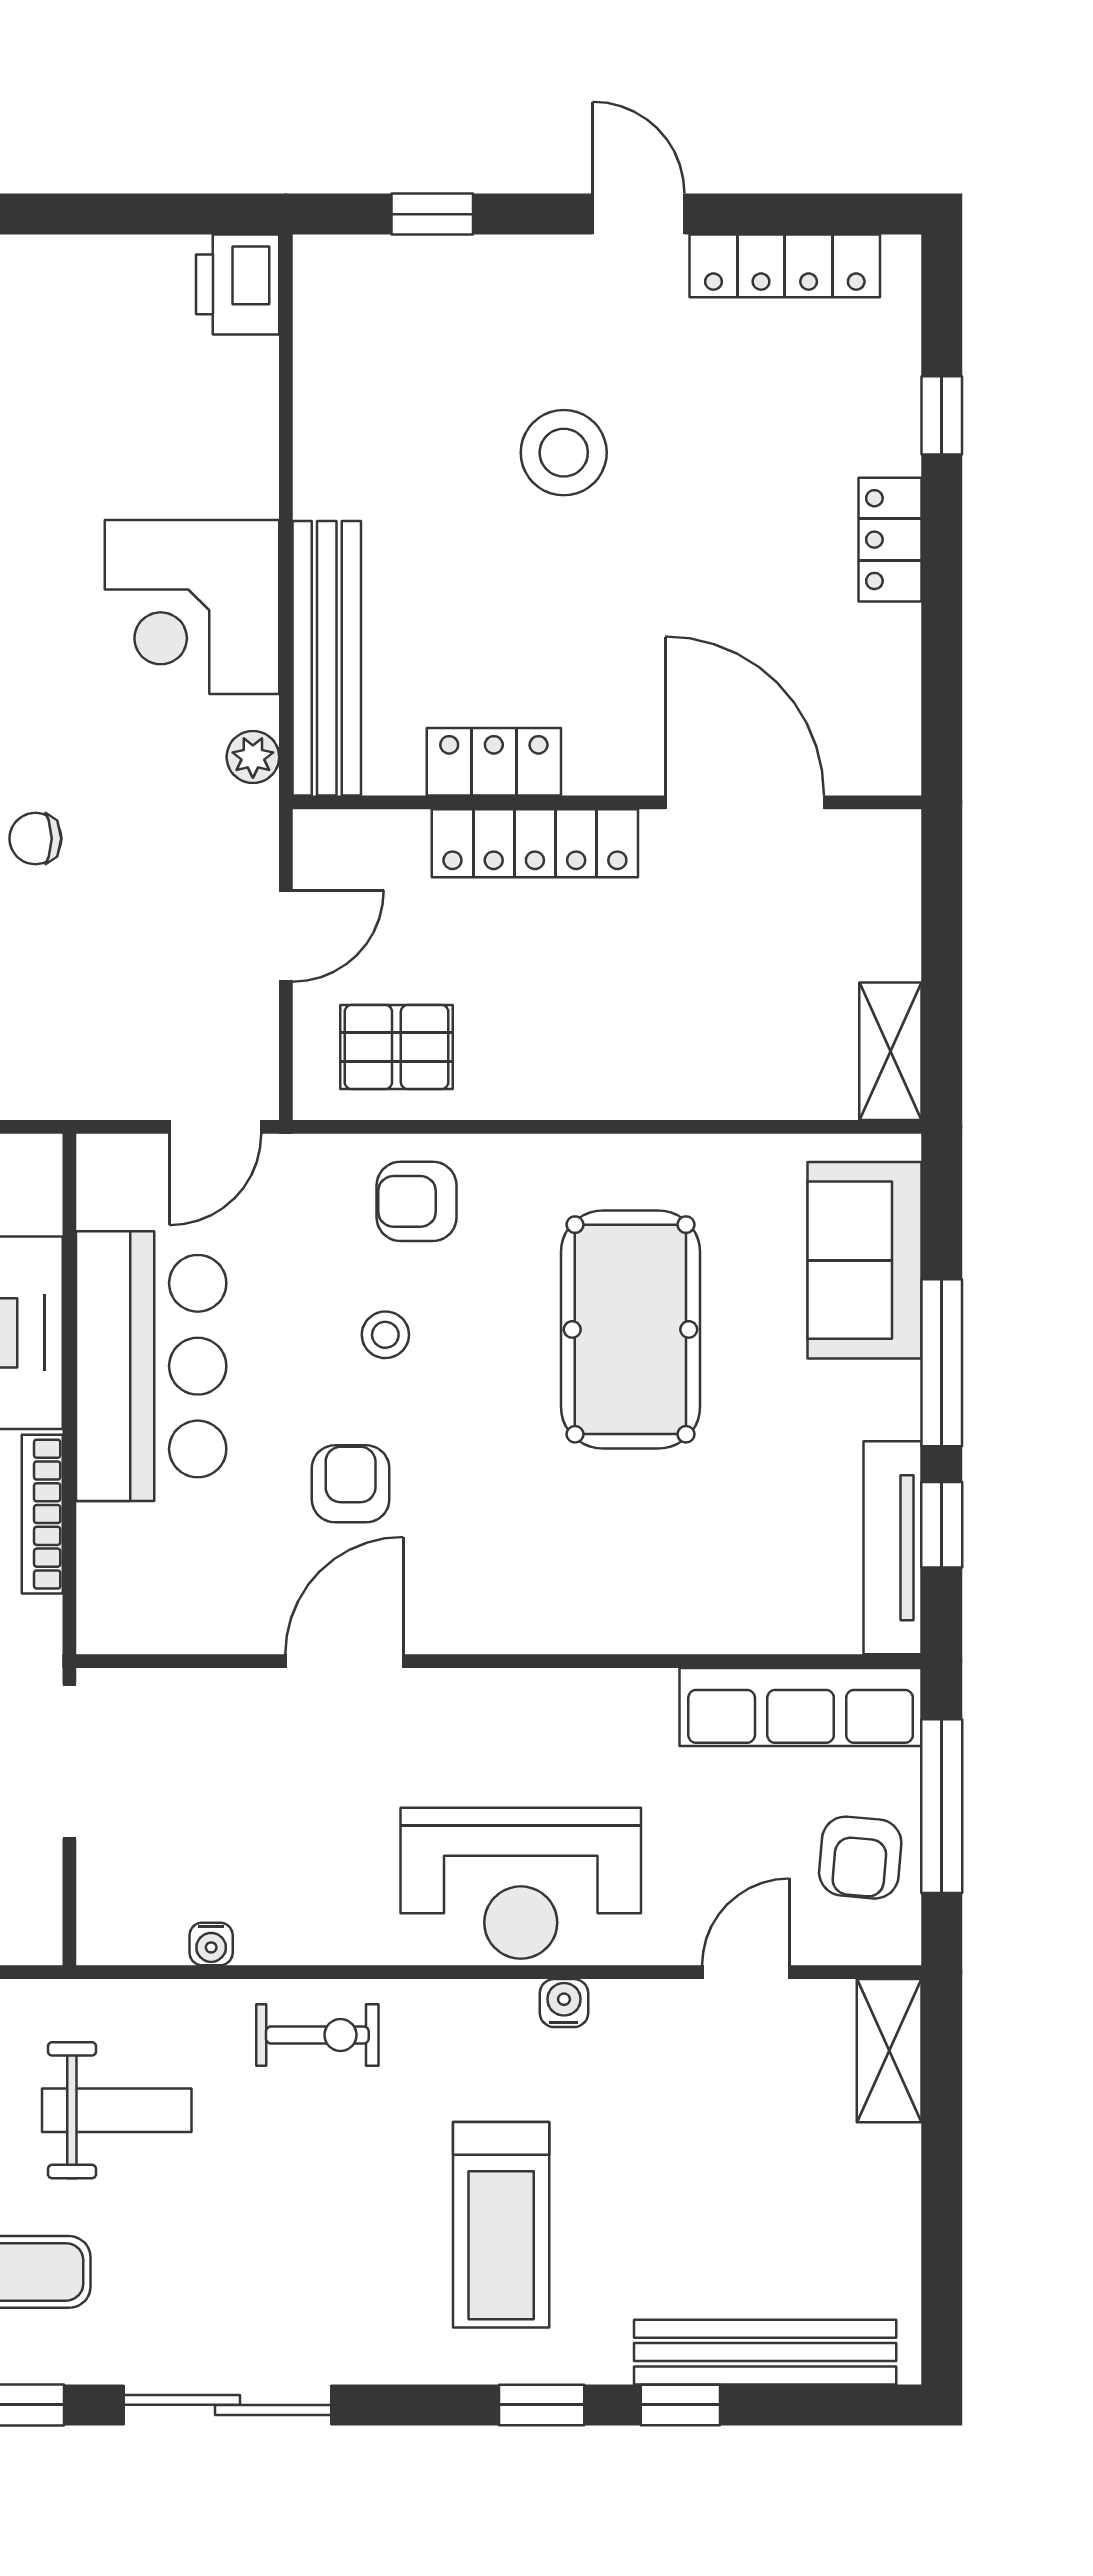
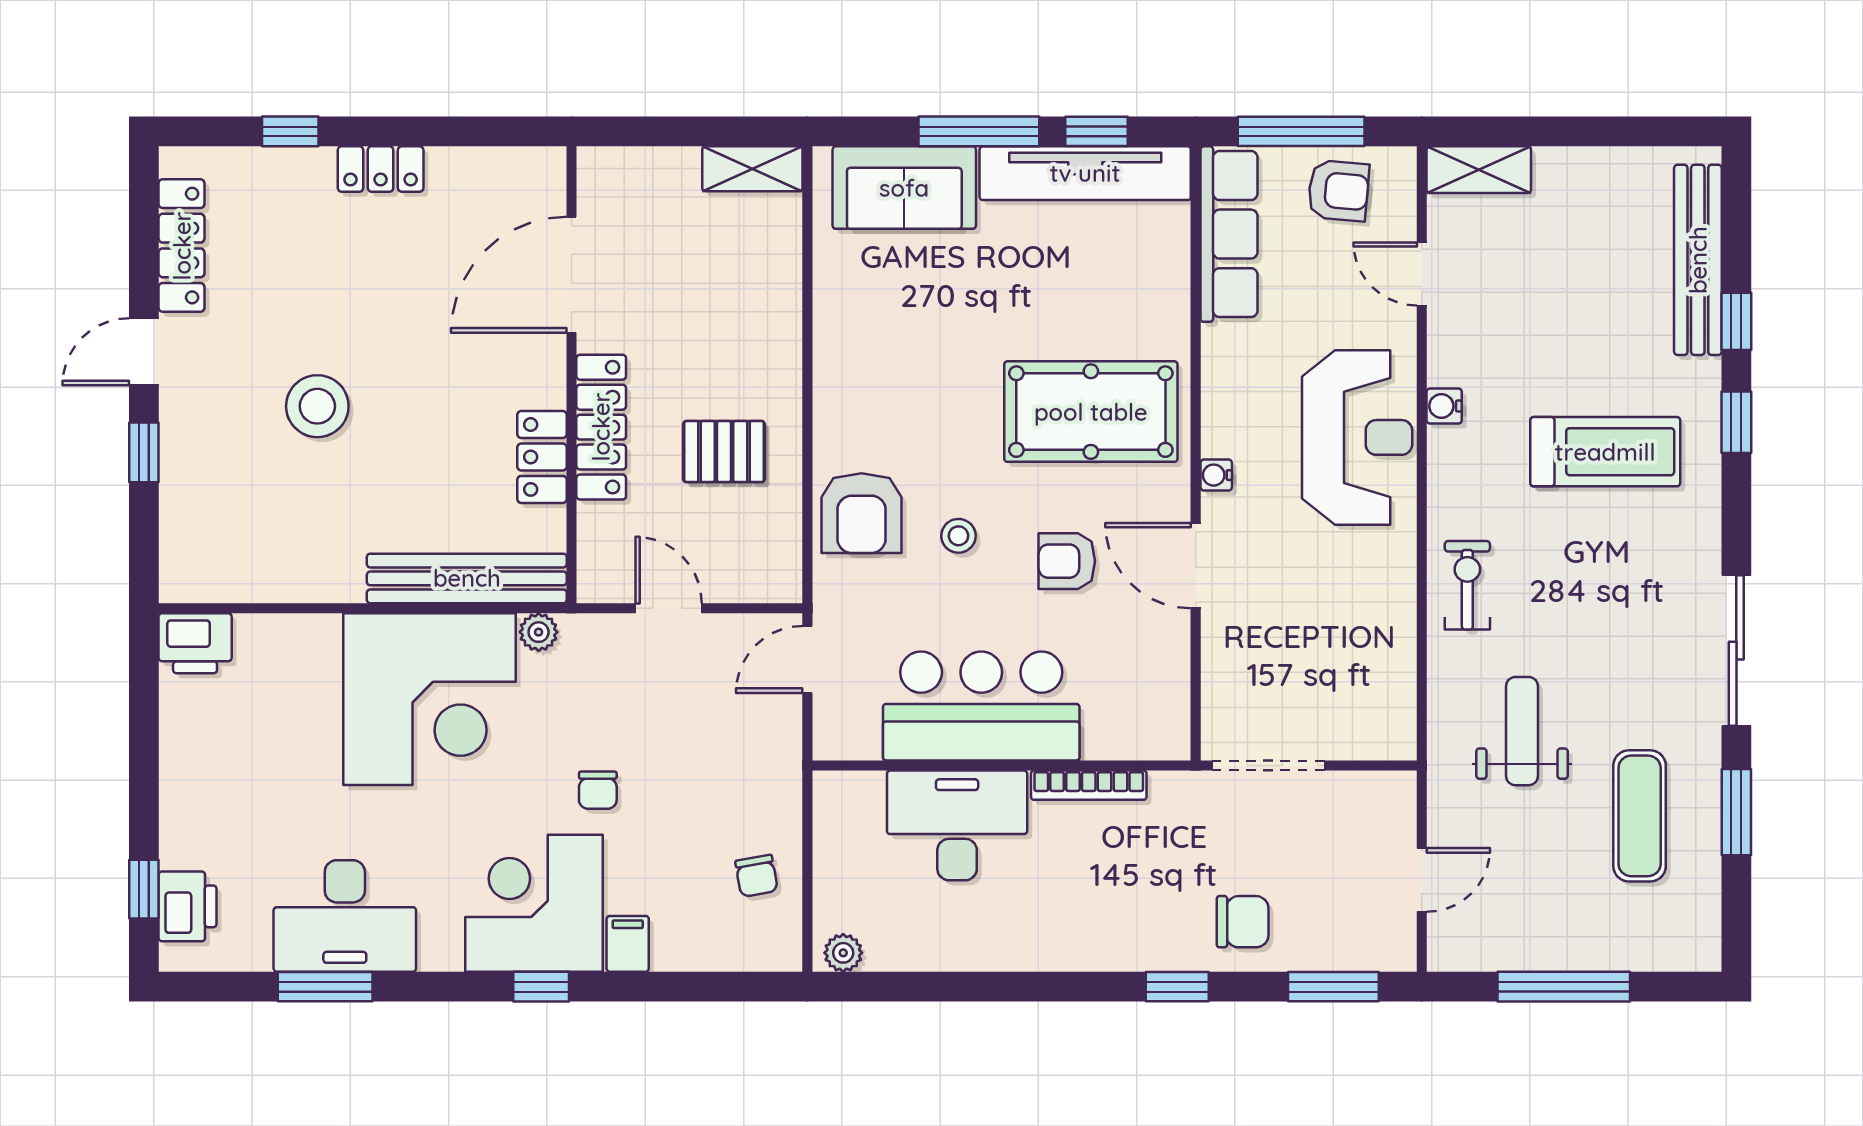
window: (432, 214) -> (144, 452), moved
corner desk: (192, 607) -> (430, 699), width x1.36, depth x1.36
pallet: (396, 1047) -> (724, 452), moved, turned 90
door: (215, 1127) -> (807, 659), swing flipped
armchair: (417, 1201) -> (862, 513), width x1.38, depth x1.38
pool table: (630, 1329) -> (1091, 412), moved
tv unit: (893, 1548) -> (1085, 173), width x1.36, depth x1.29
water cooler: (211, 1944) -> (1216, 475), moved, turned 180

